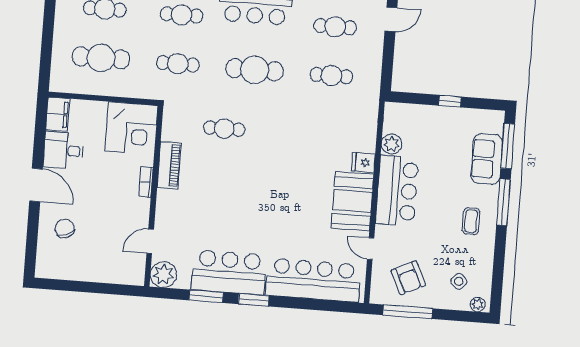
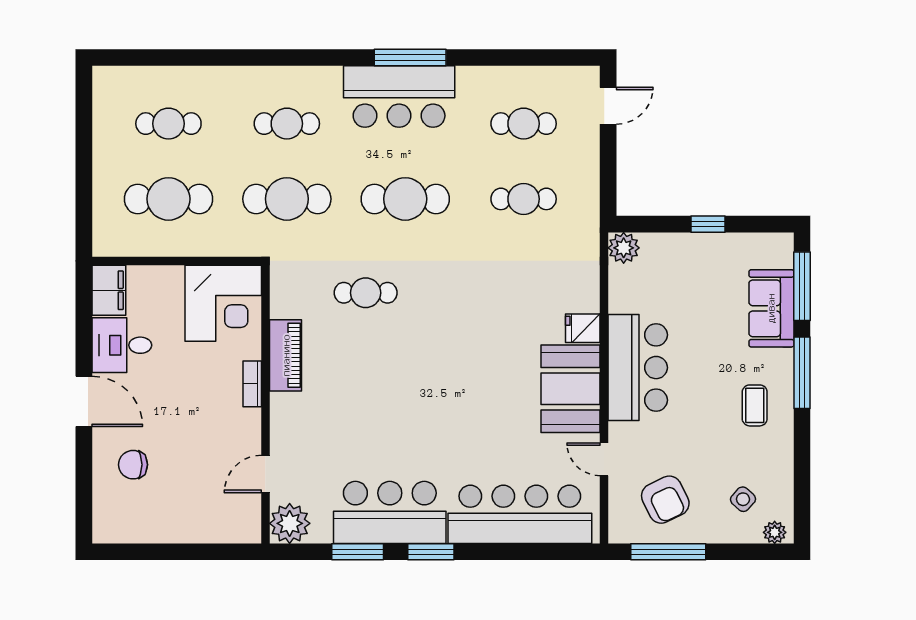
cafe table: (178, 64) -> (287, 199), width x1.37, depth x1.35
plant: (391, 144) -> (624, 248), moved
chair: (65, 229) -> (133, 465), turned -69

